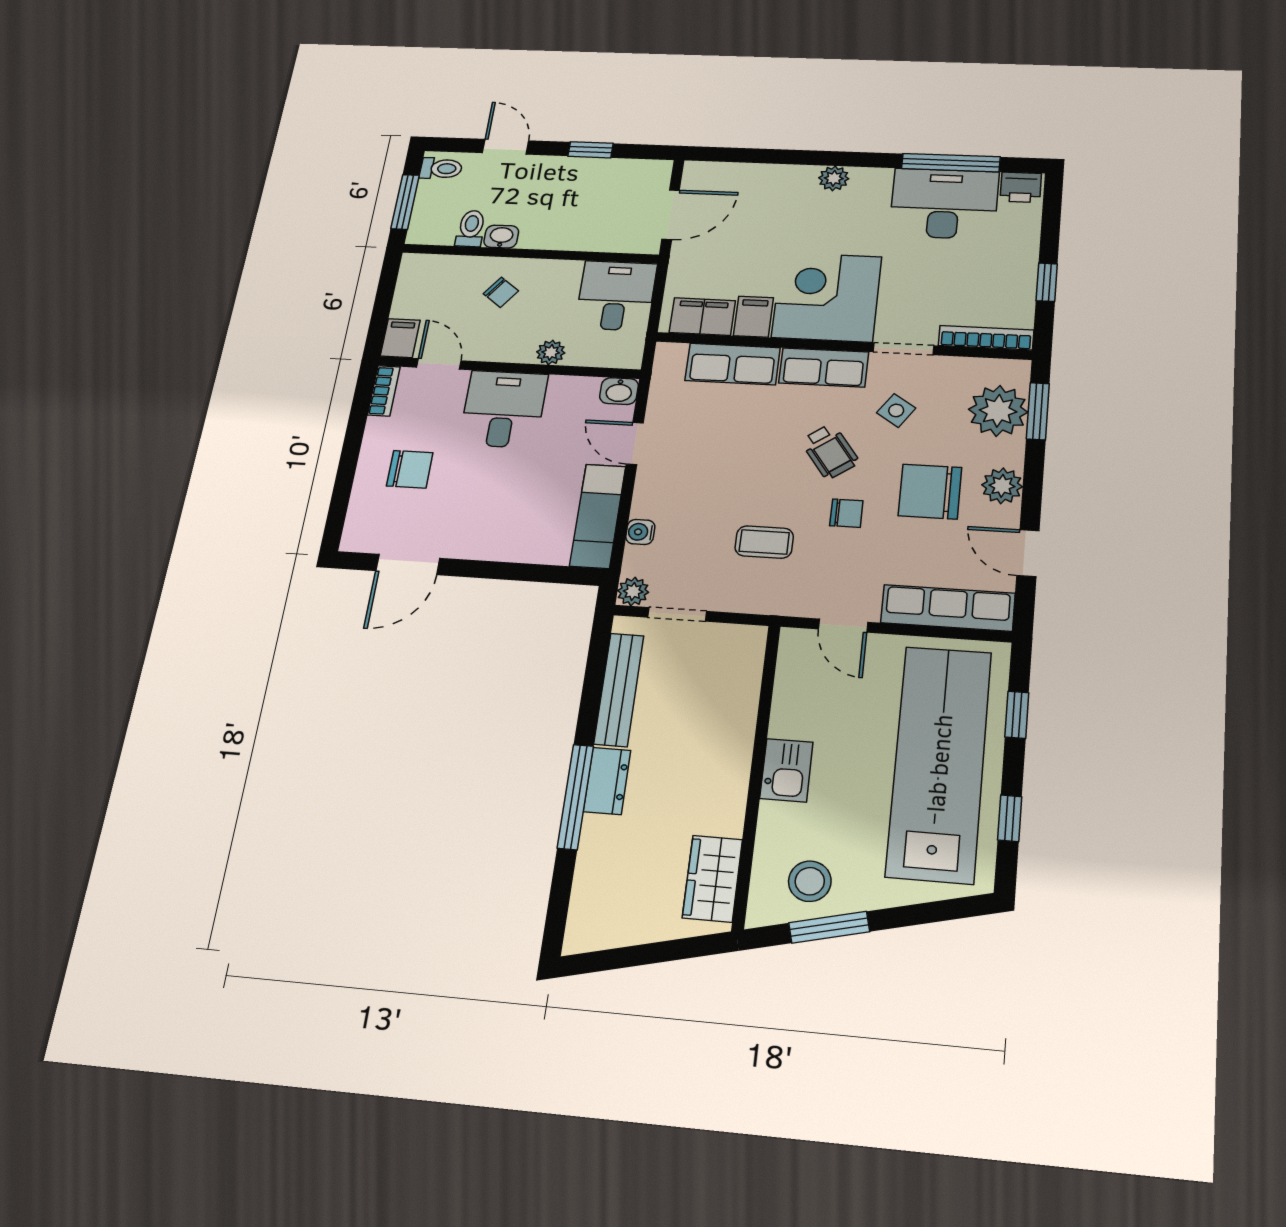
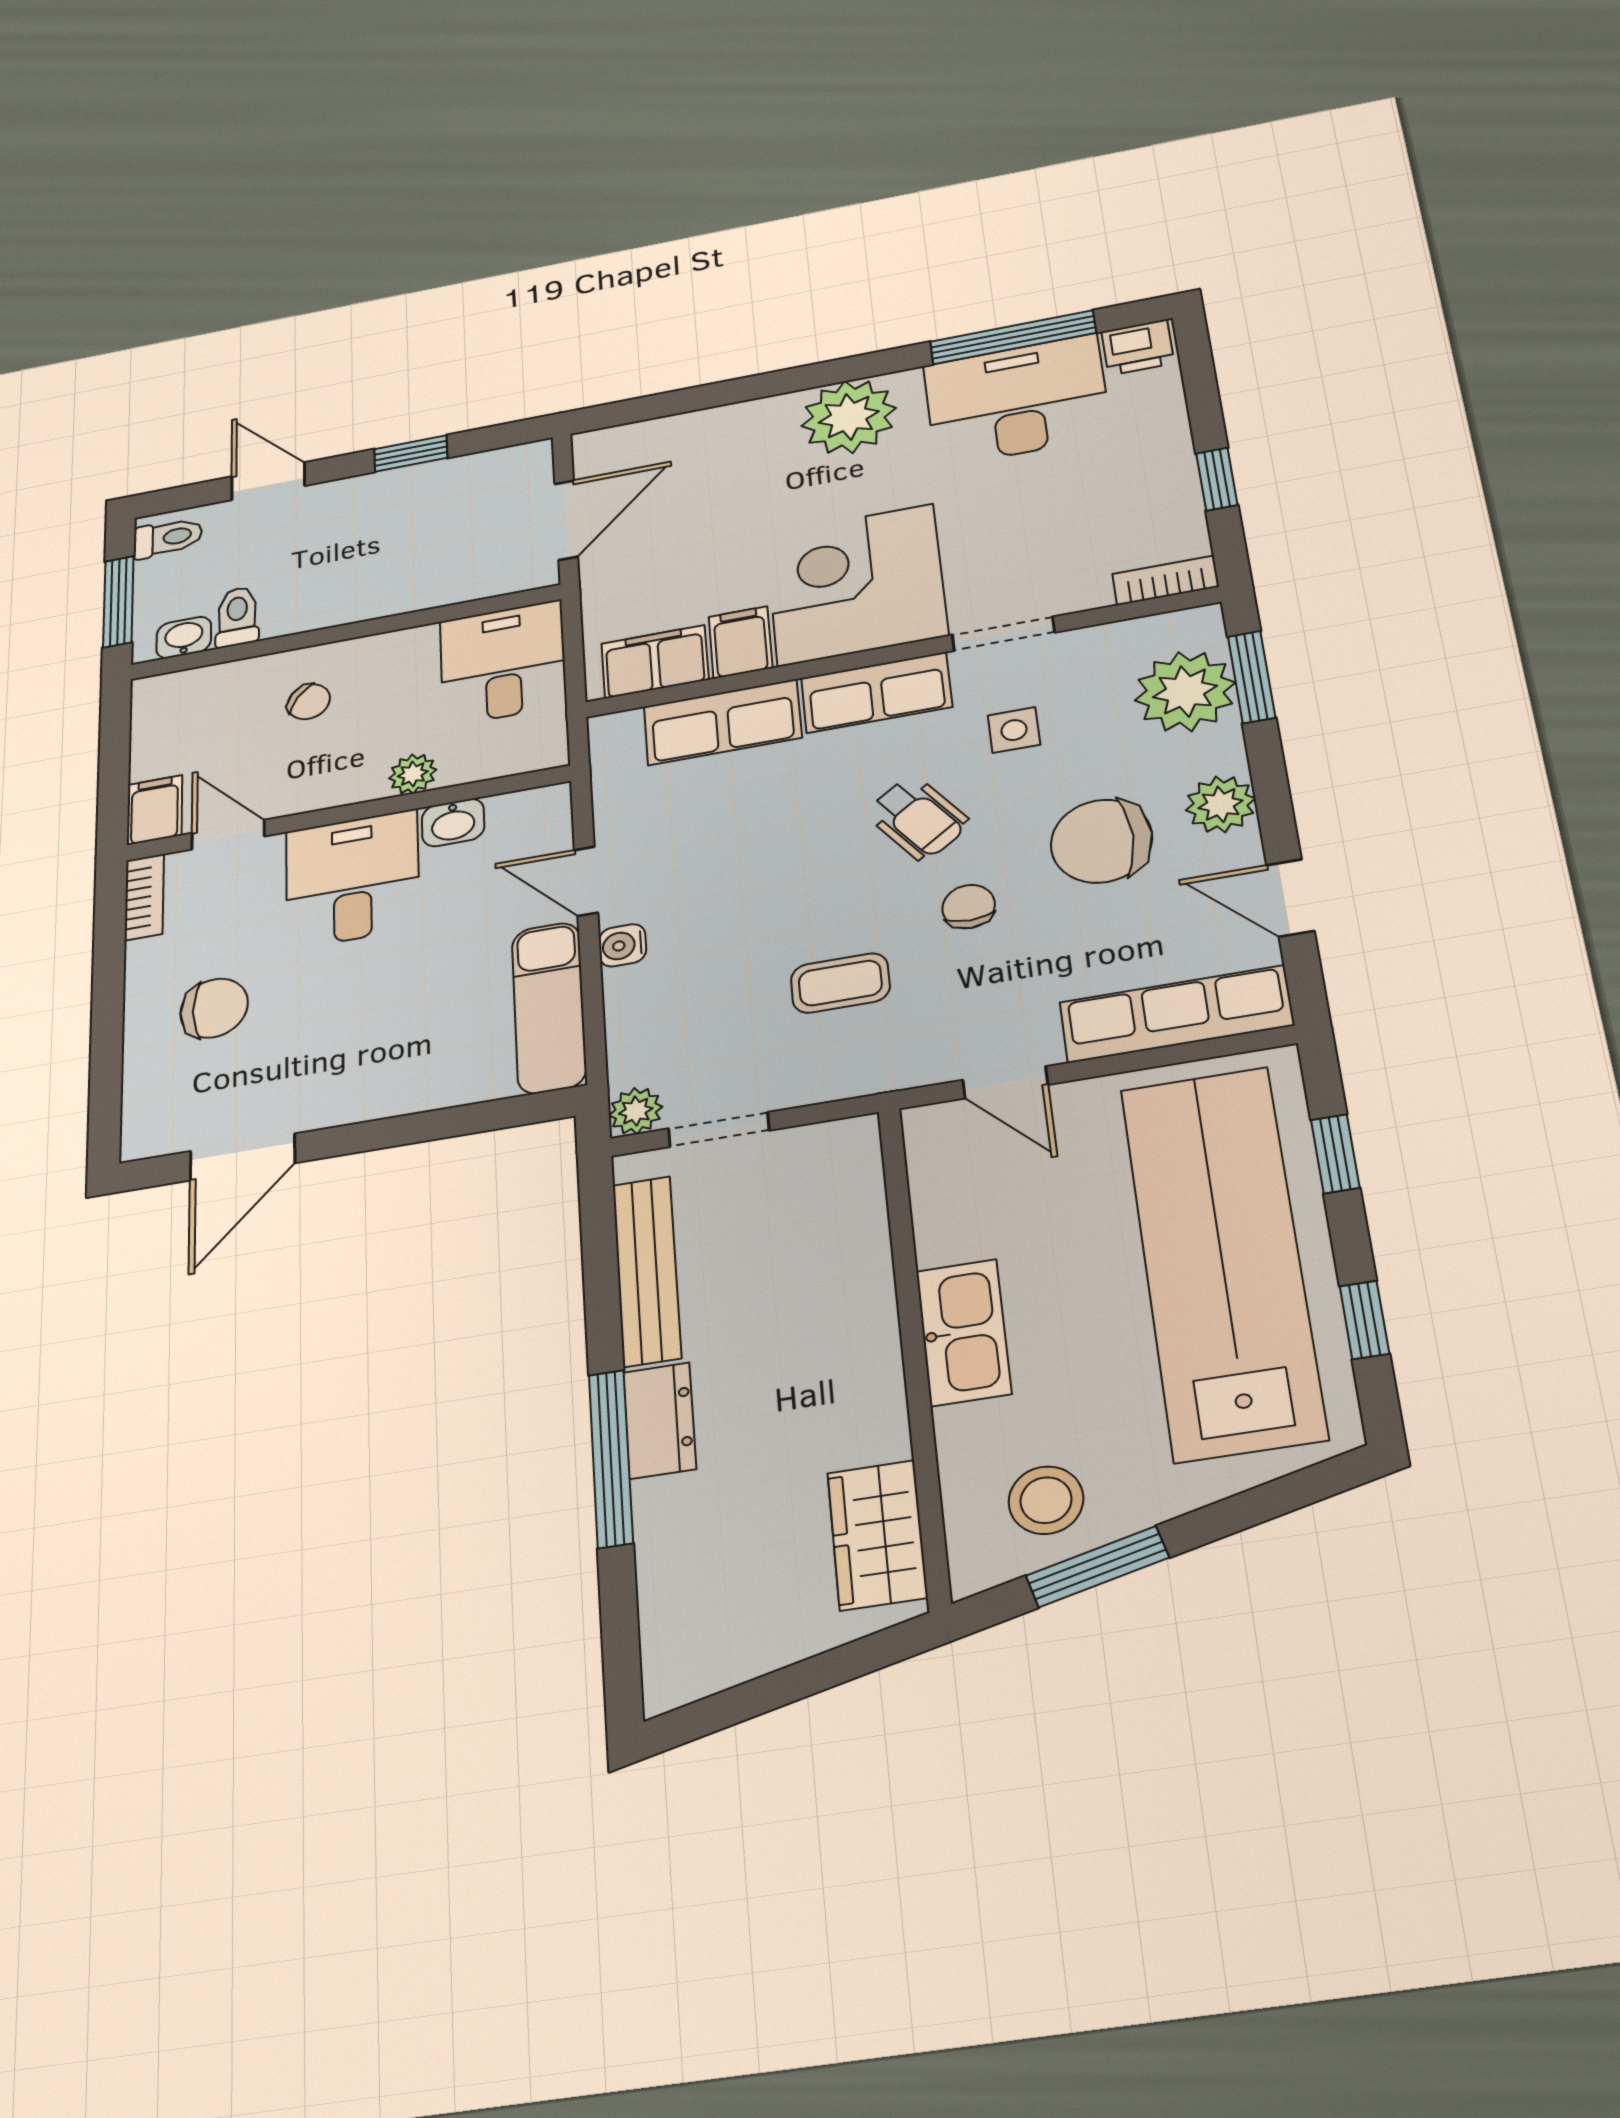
plant: (834, 178) -> (849, 417), width x1.88, depth x1.88
washbasin: (501, 237) -> (184, 637), moved
bookcase: (986, 338) -> (1166, 580), width x0.64
washbasin: (619, 391) -> (453, 823), moved
side table: (896, 410) -> (1014, 730), turned -34
chair: (846, 513) -> (969, 907), turned -90
water cooler: (640, 532) -> (622, 945), moved
kitchen sink: (786, 770) -> (963, 1332), width x1.38

